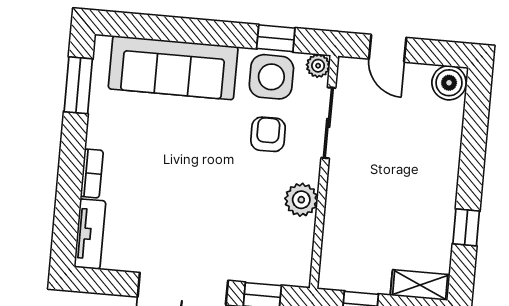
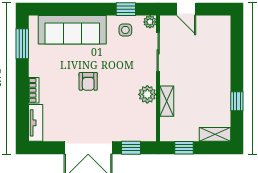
side table: (271, 77) -> (125, 30), width x0.54, depth x0.54
boiler: (449, 83) -> (221, 25), removed
armchair: (268, 134) -> (88, 81), moved, turned 180
shelving: (336, 215) -> (167, 101), added

